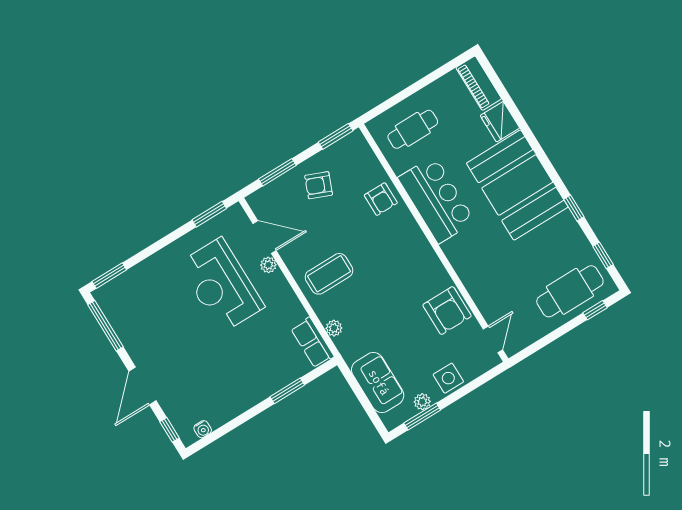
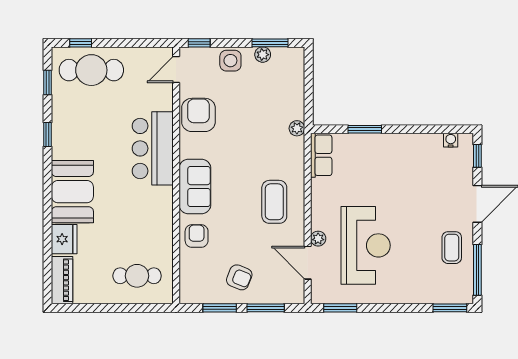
window: (336, 136) -> (220, 308), moved
booth: (517, 185) -> (72, 192), width x0.73, depth x0.70
bar counter: (436, 200) -> (153, 148), moved
coffee table: (329, 274) -> (274, 202), turned 90
plant: (334, 328) -> (297, 128), moved
coffee table: (141, 332) -> (452, 248), added
window: (487, 377) -> (199, 43), added
sofa: (378, 383) -> (195, 187), moved, turned 180

